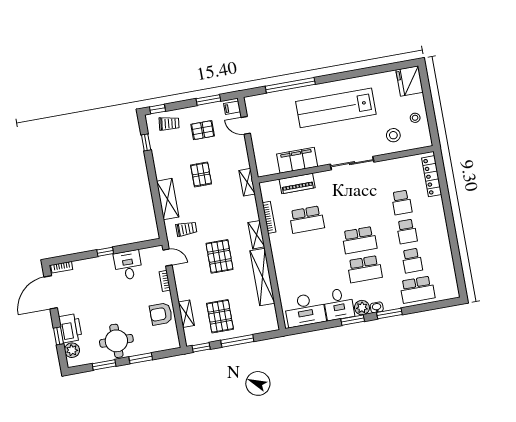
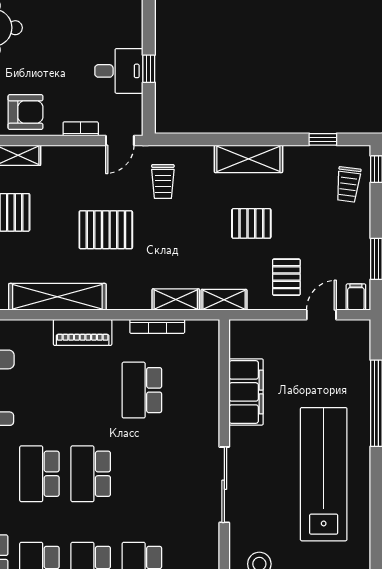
pallet: (203, 130) -> (286, 277), moved
piano: (297, 183) -> (83, 332), moved, turned -90
shelving: (168, 199) -> (248, 159), moved
shelving: (256, 235) -> (176, 299), moved
window: (105, 252) -> (149, 69), moved
armchair: (161, 314) -> (25, 112), turned 90

